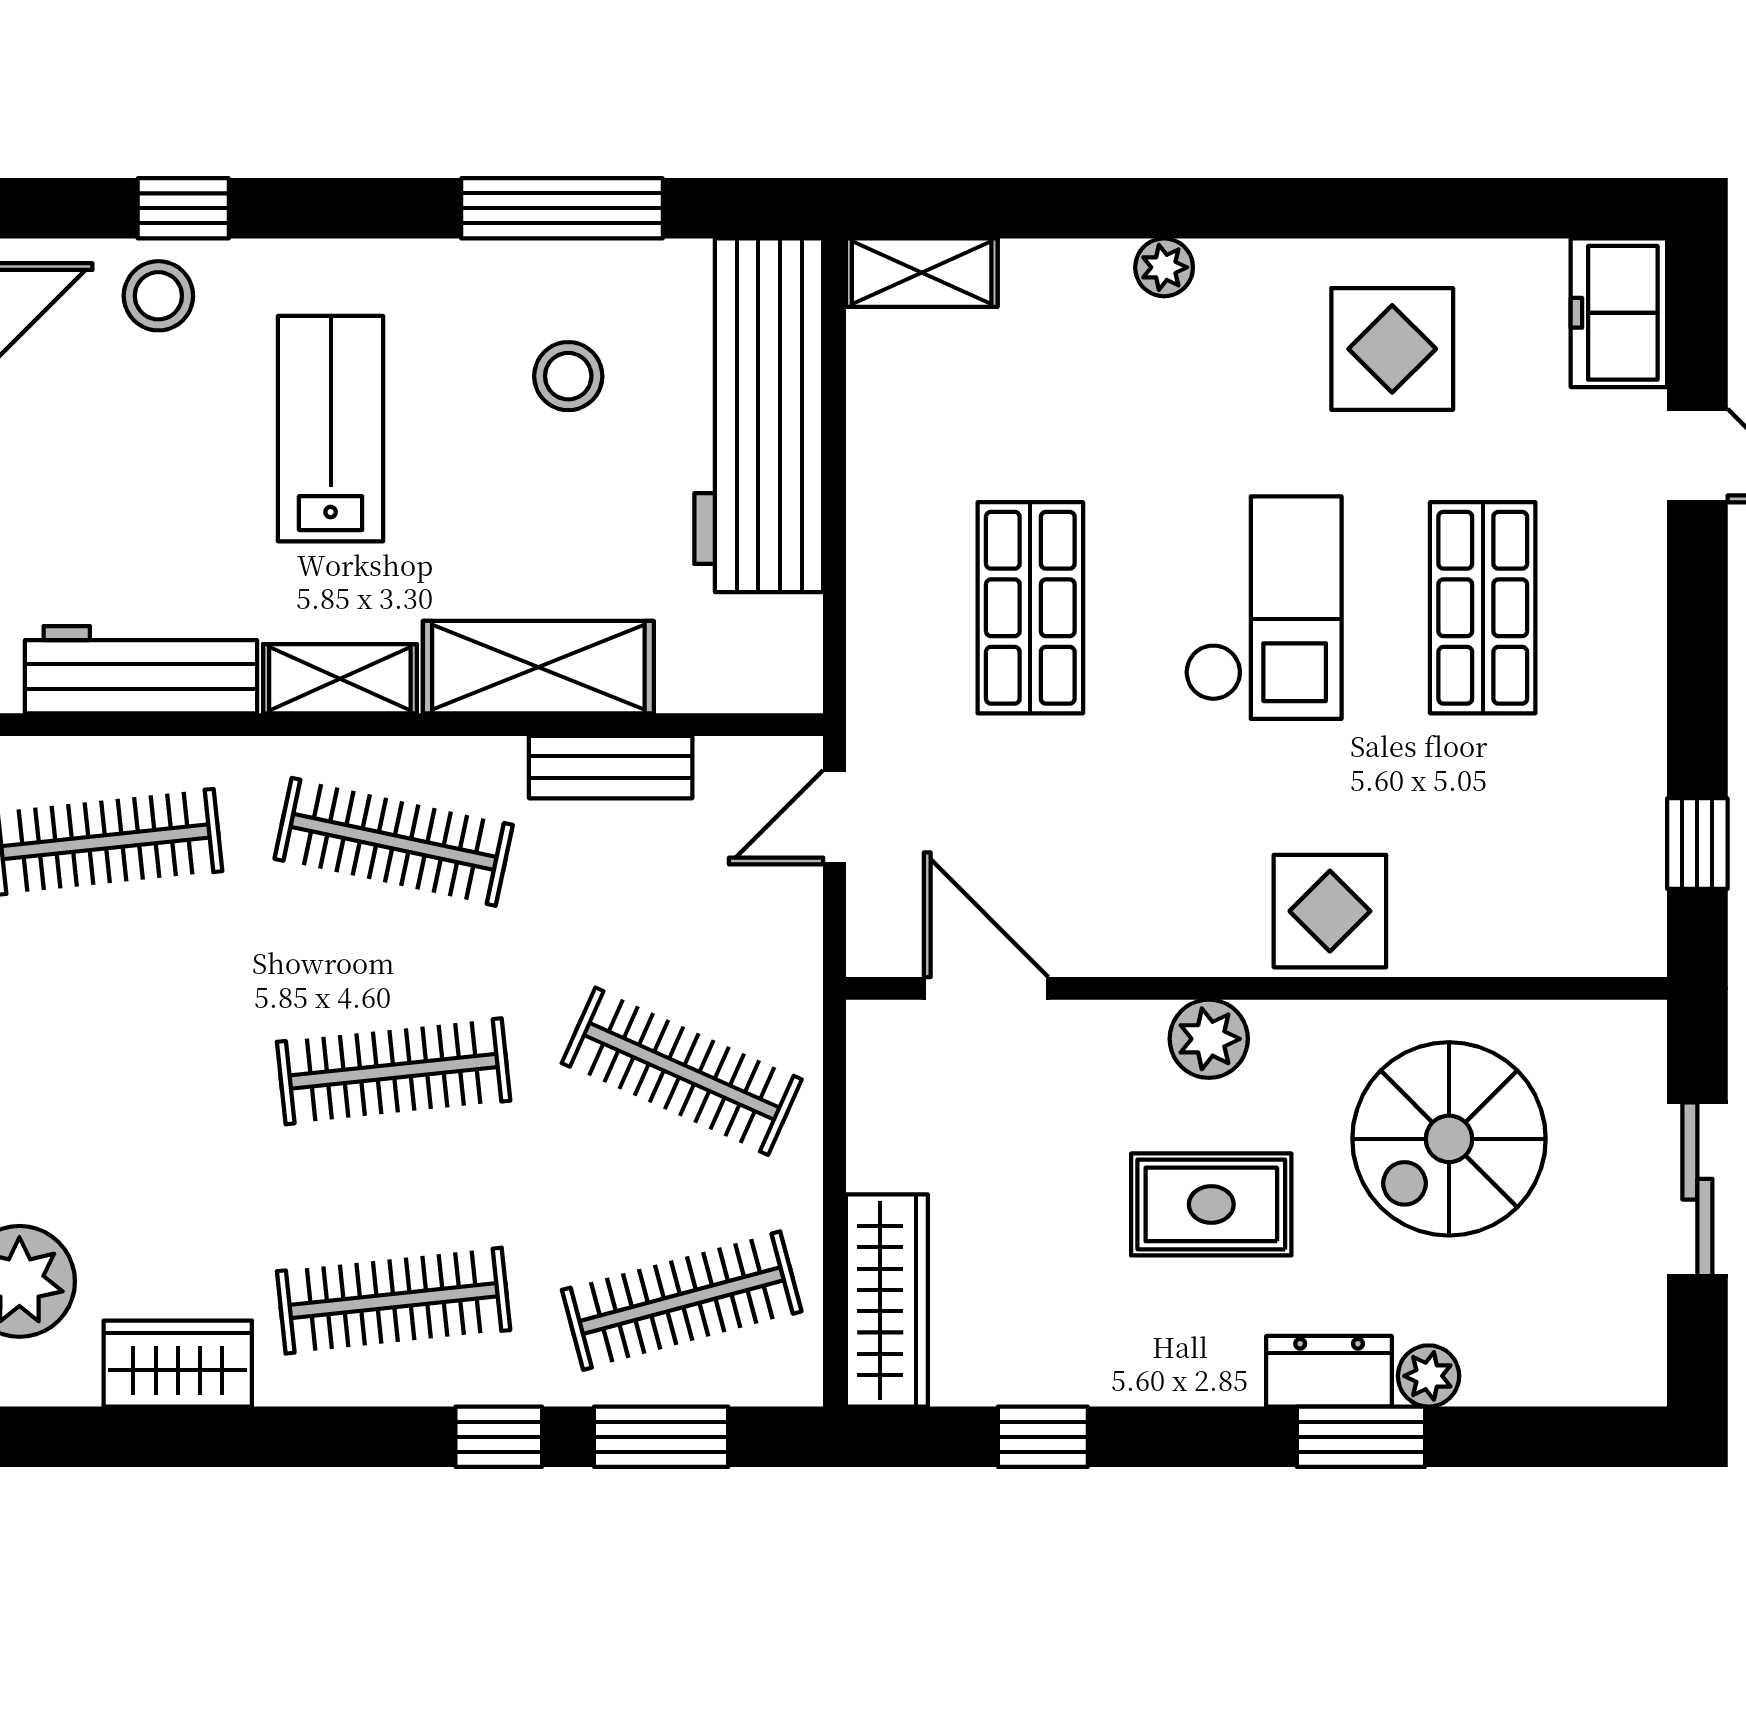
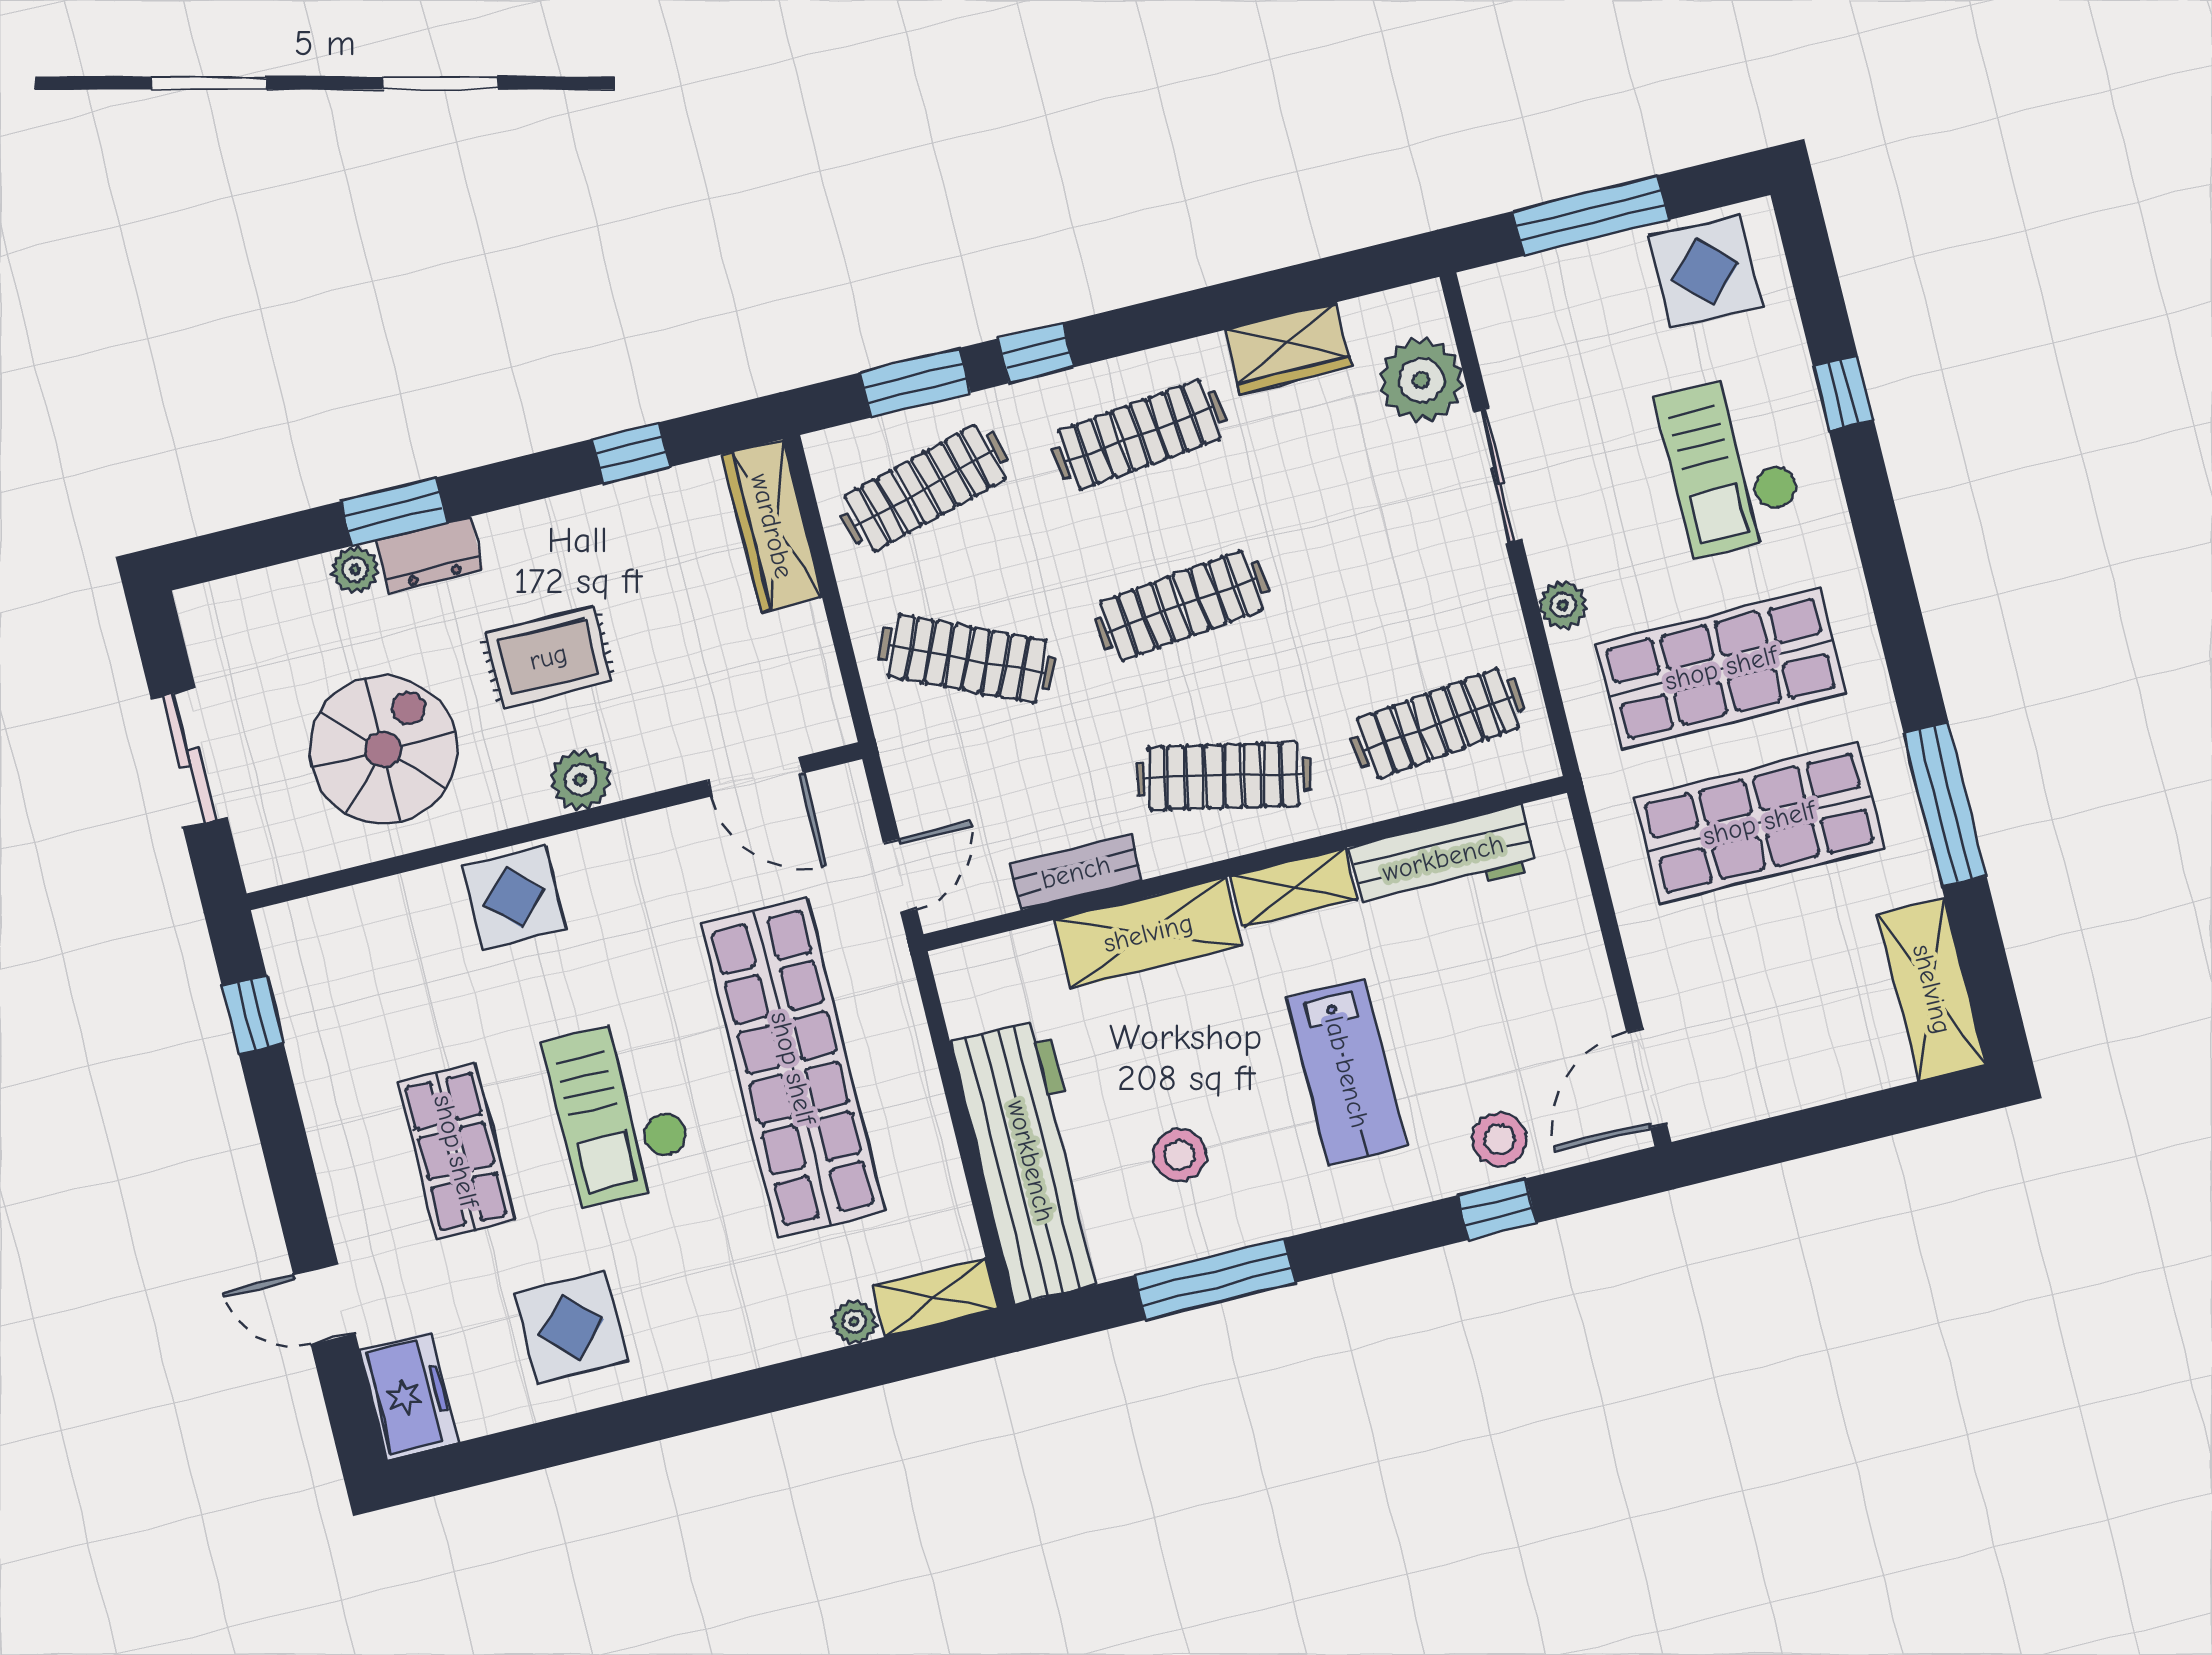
plant: (1164, 267) -> (854, 1322), moved
shop shelf: (1030, 608) -> (793, 1068), width x2.00, depth x1.36

